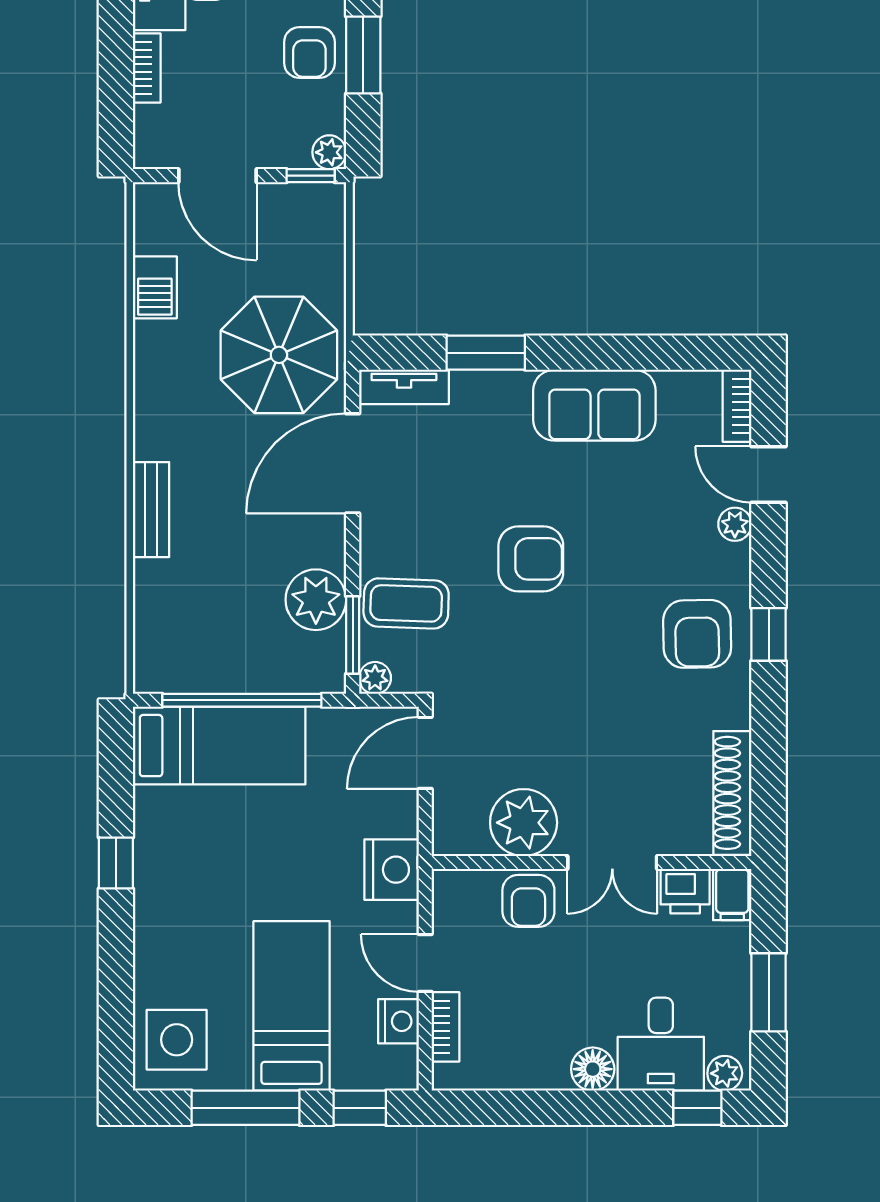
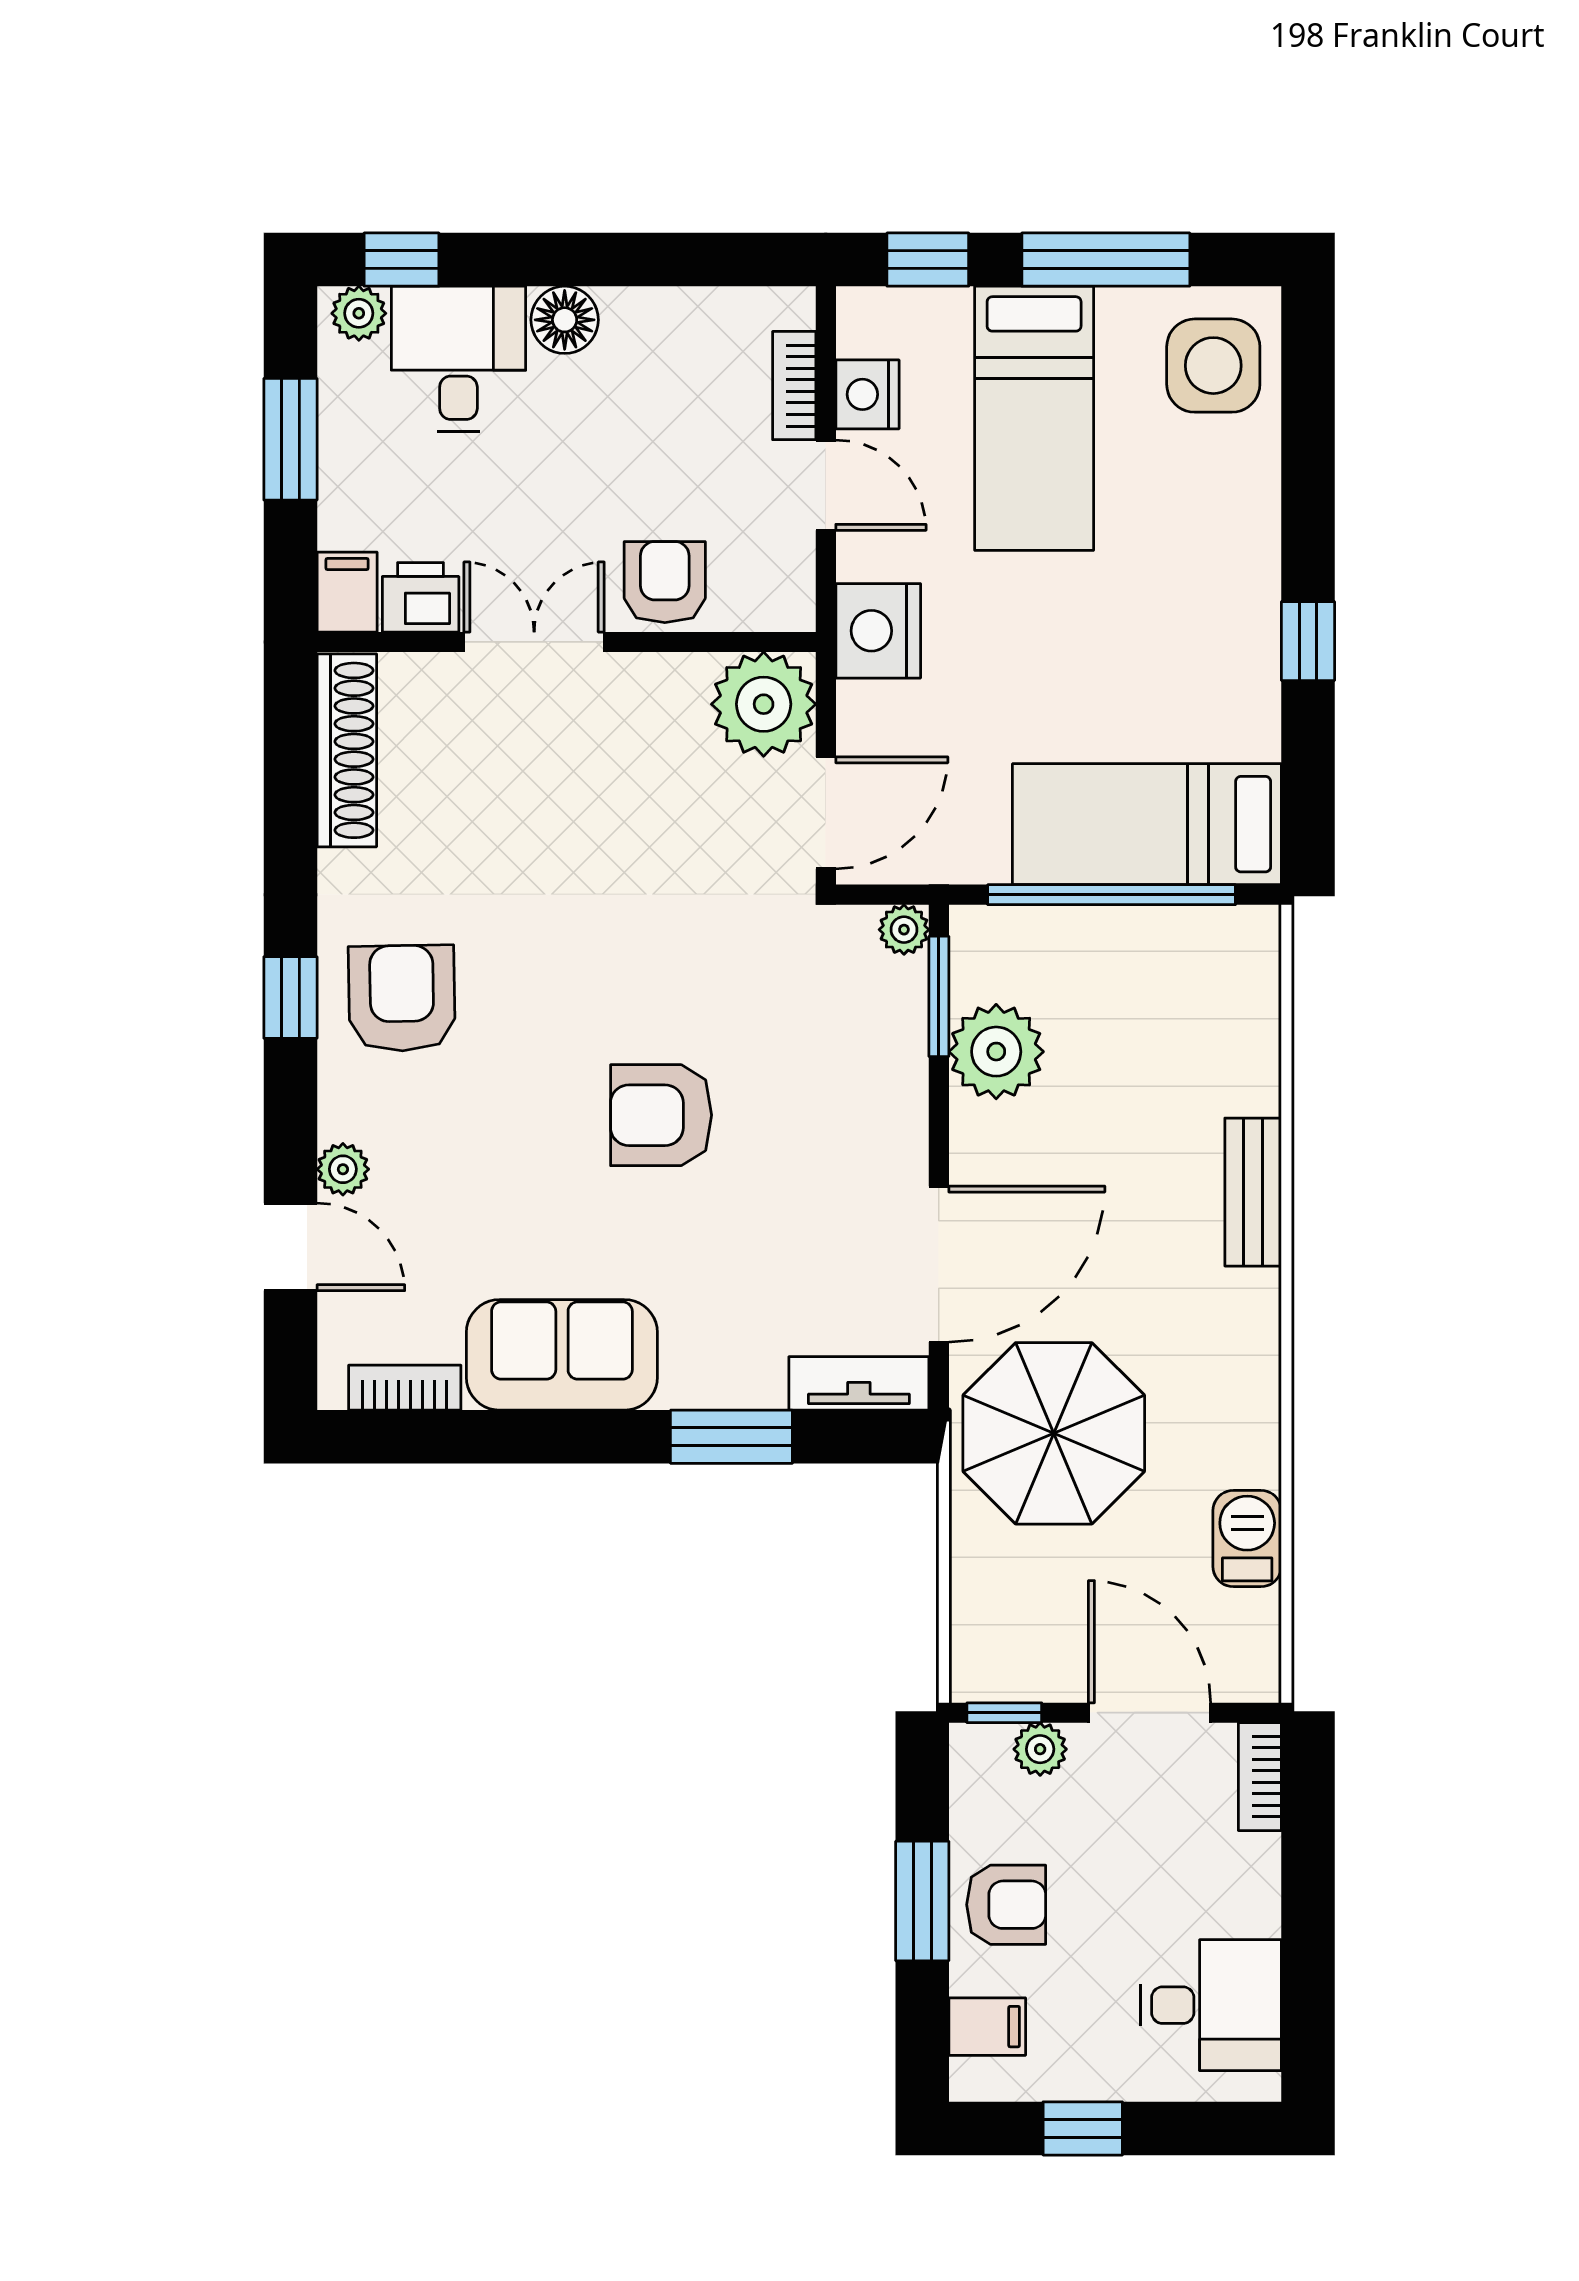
armchair: (309, 52) -> (1006, 1905), turned 90
bookcase: (147, 68) -> (1260, 1777), moved
plant: (329, 152) -> (1040, 1749), moved
bookcase: (737, 406) -> (405, 1388), moved, turned -90
coffee table: (406, 603) -> (855, 1046), removed
plant: (524, 823) -> (764, 704), moved

